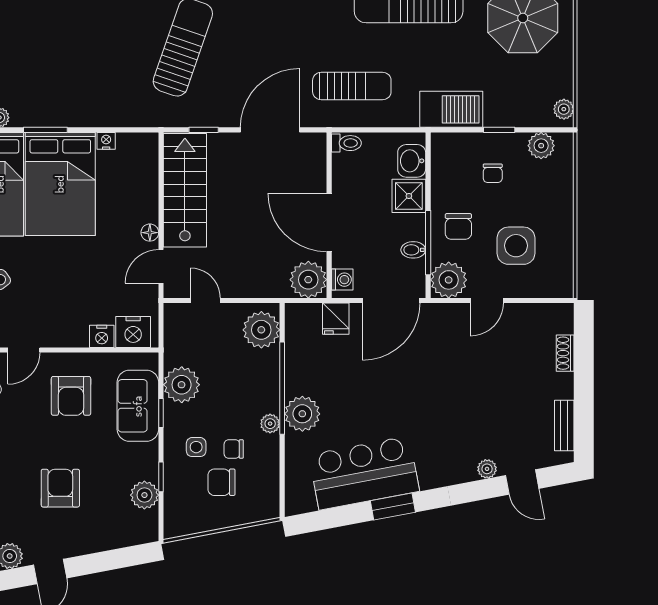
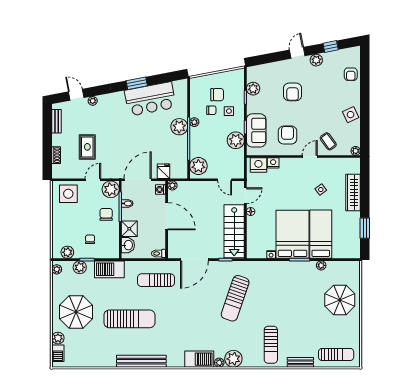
plant: (515, 114) -> (80, 267), added
side table: (516, 246) -> (68, 194), moved
plant: (308, 280) -> (172, 185), width x0.53, depth x0.53
rug: (498, 371) -> (87, 147), added

